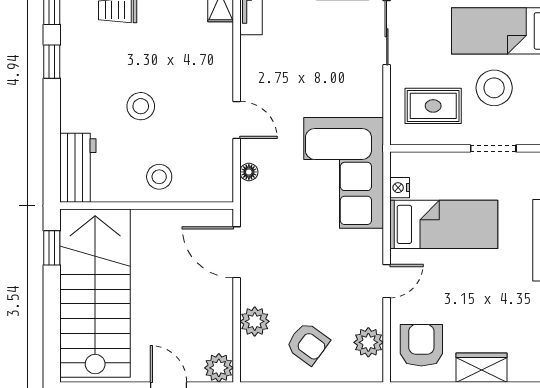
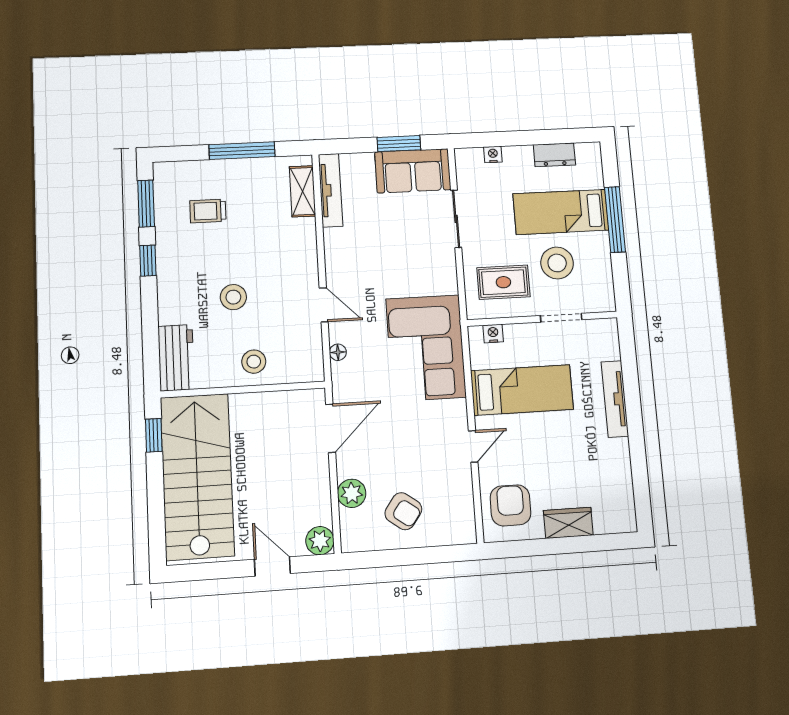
nightstand: (400, 188) -> (493, 333), moved, turned 90
door: (237, 252) -> (331, 428), swing flipped
plant: (368, 342) -> (461, 506), removed

